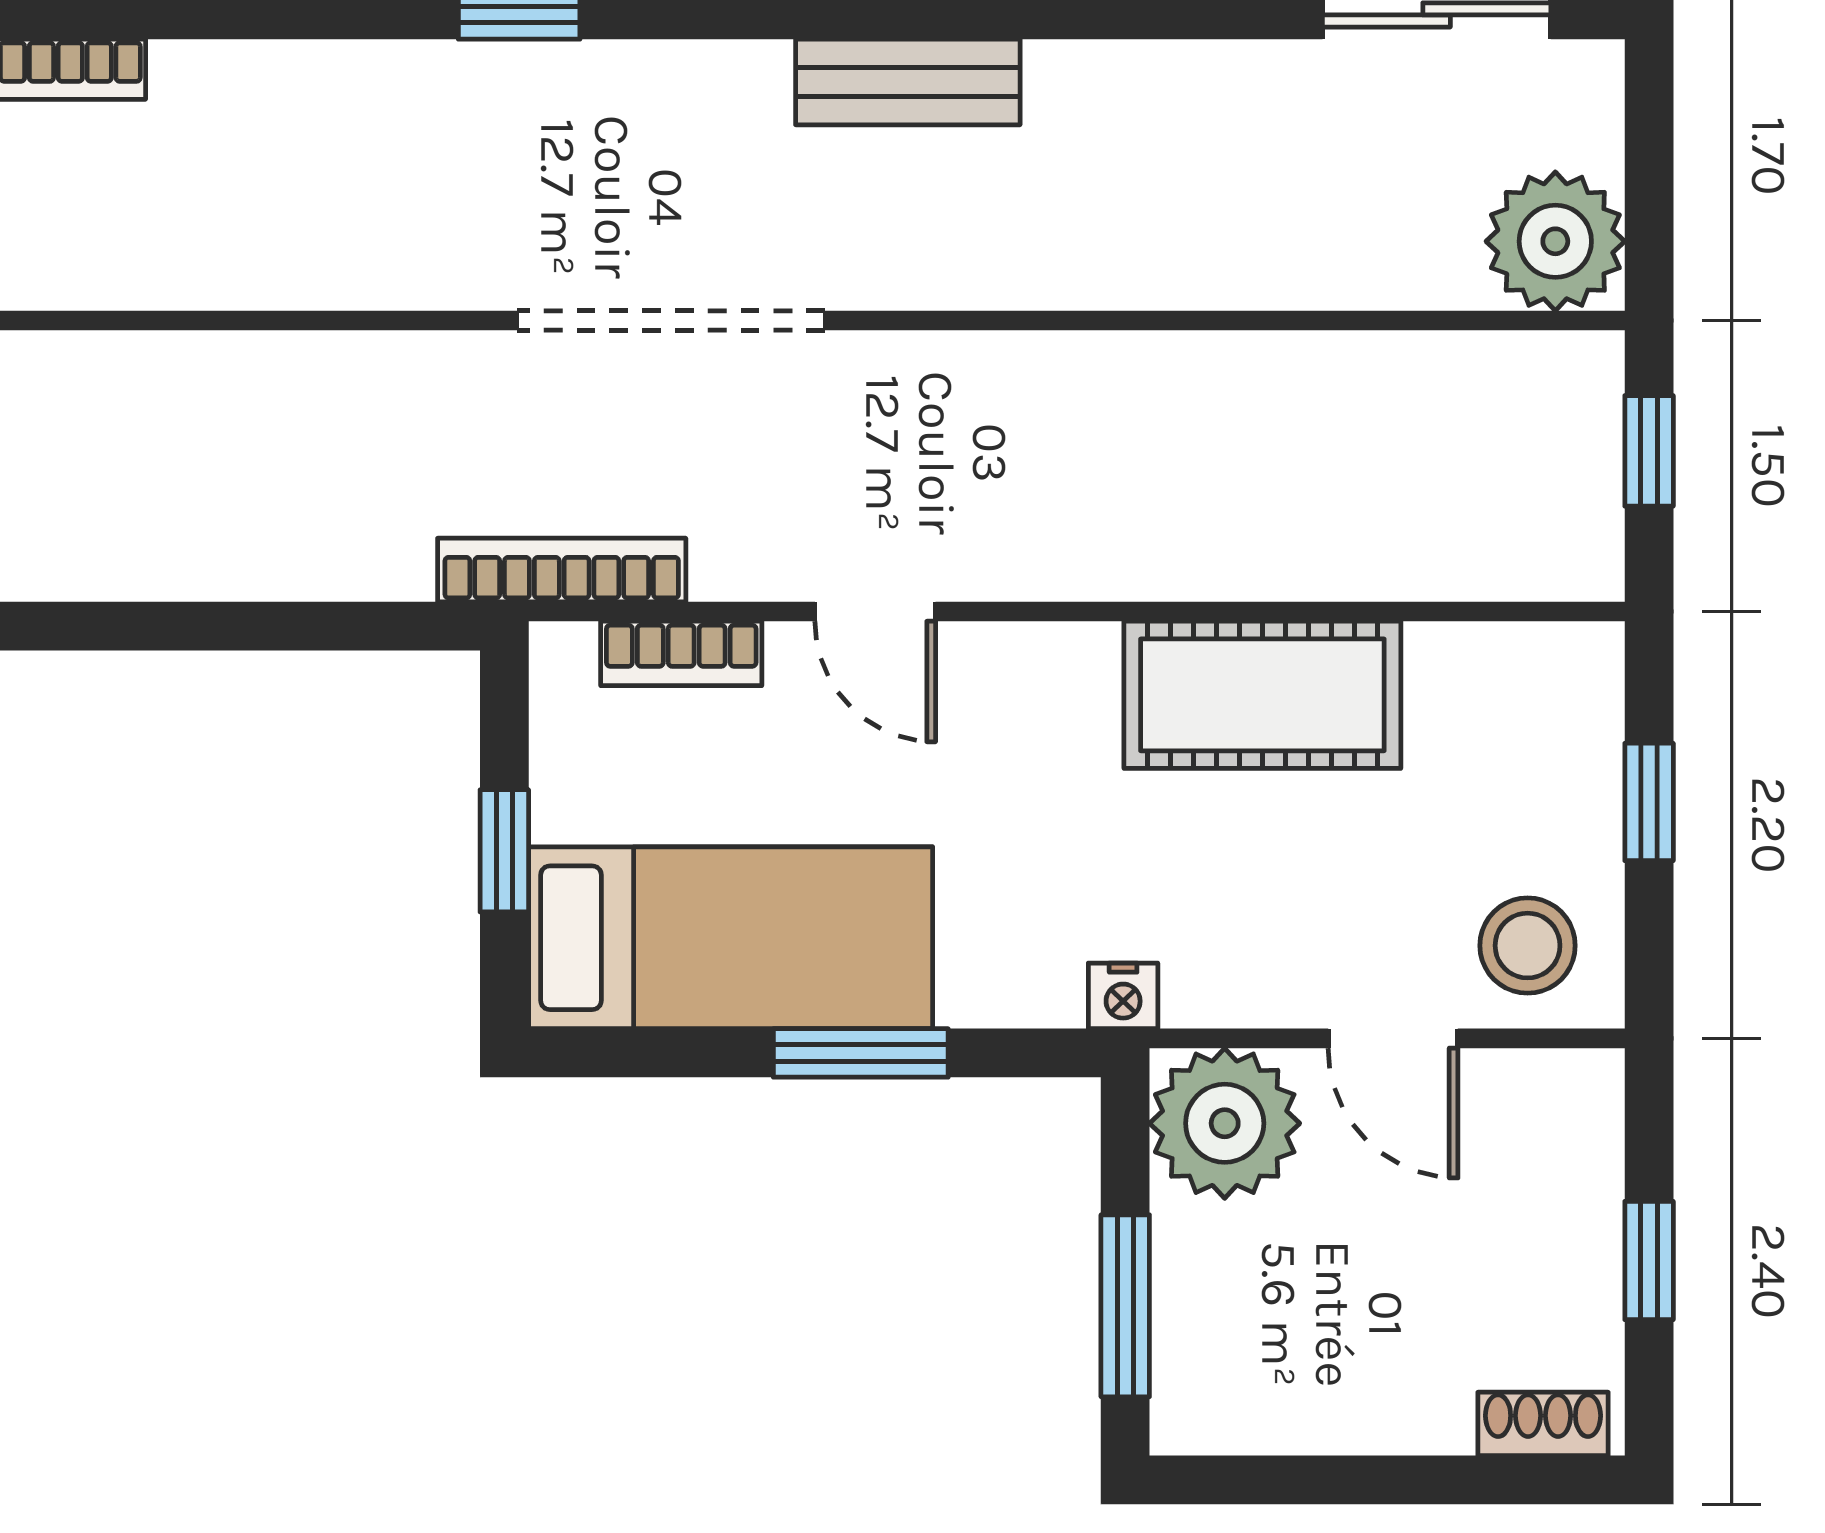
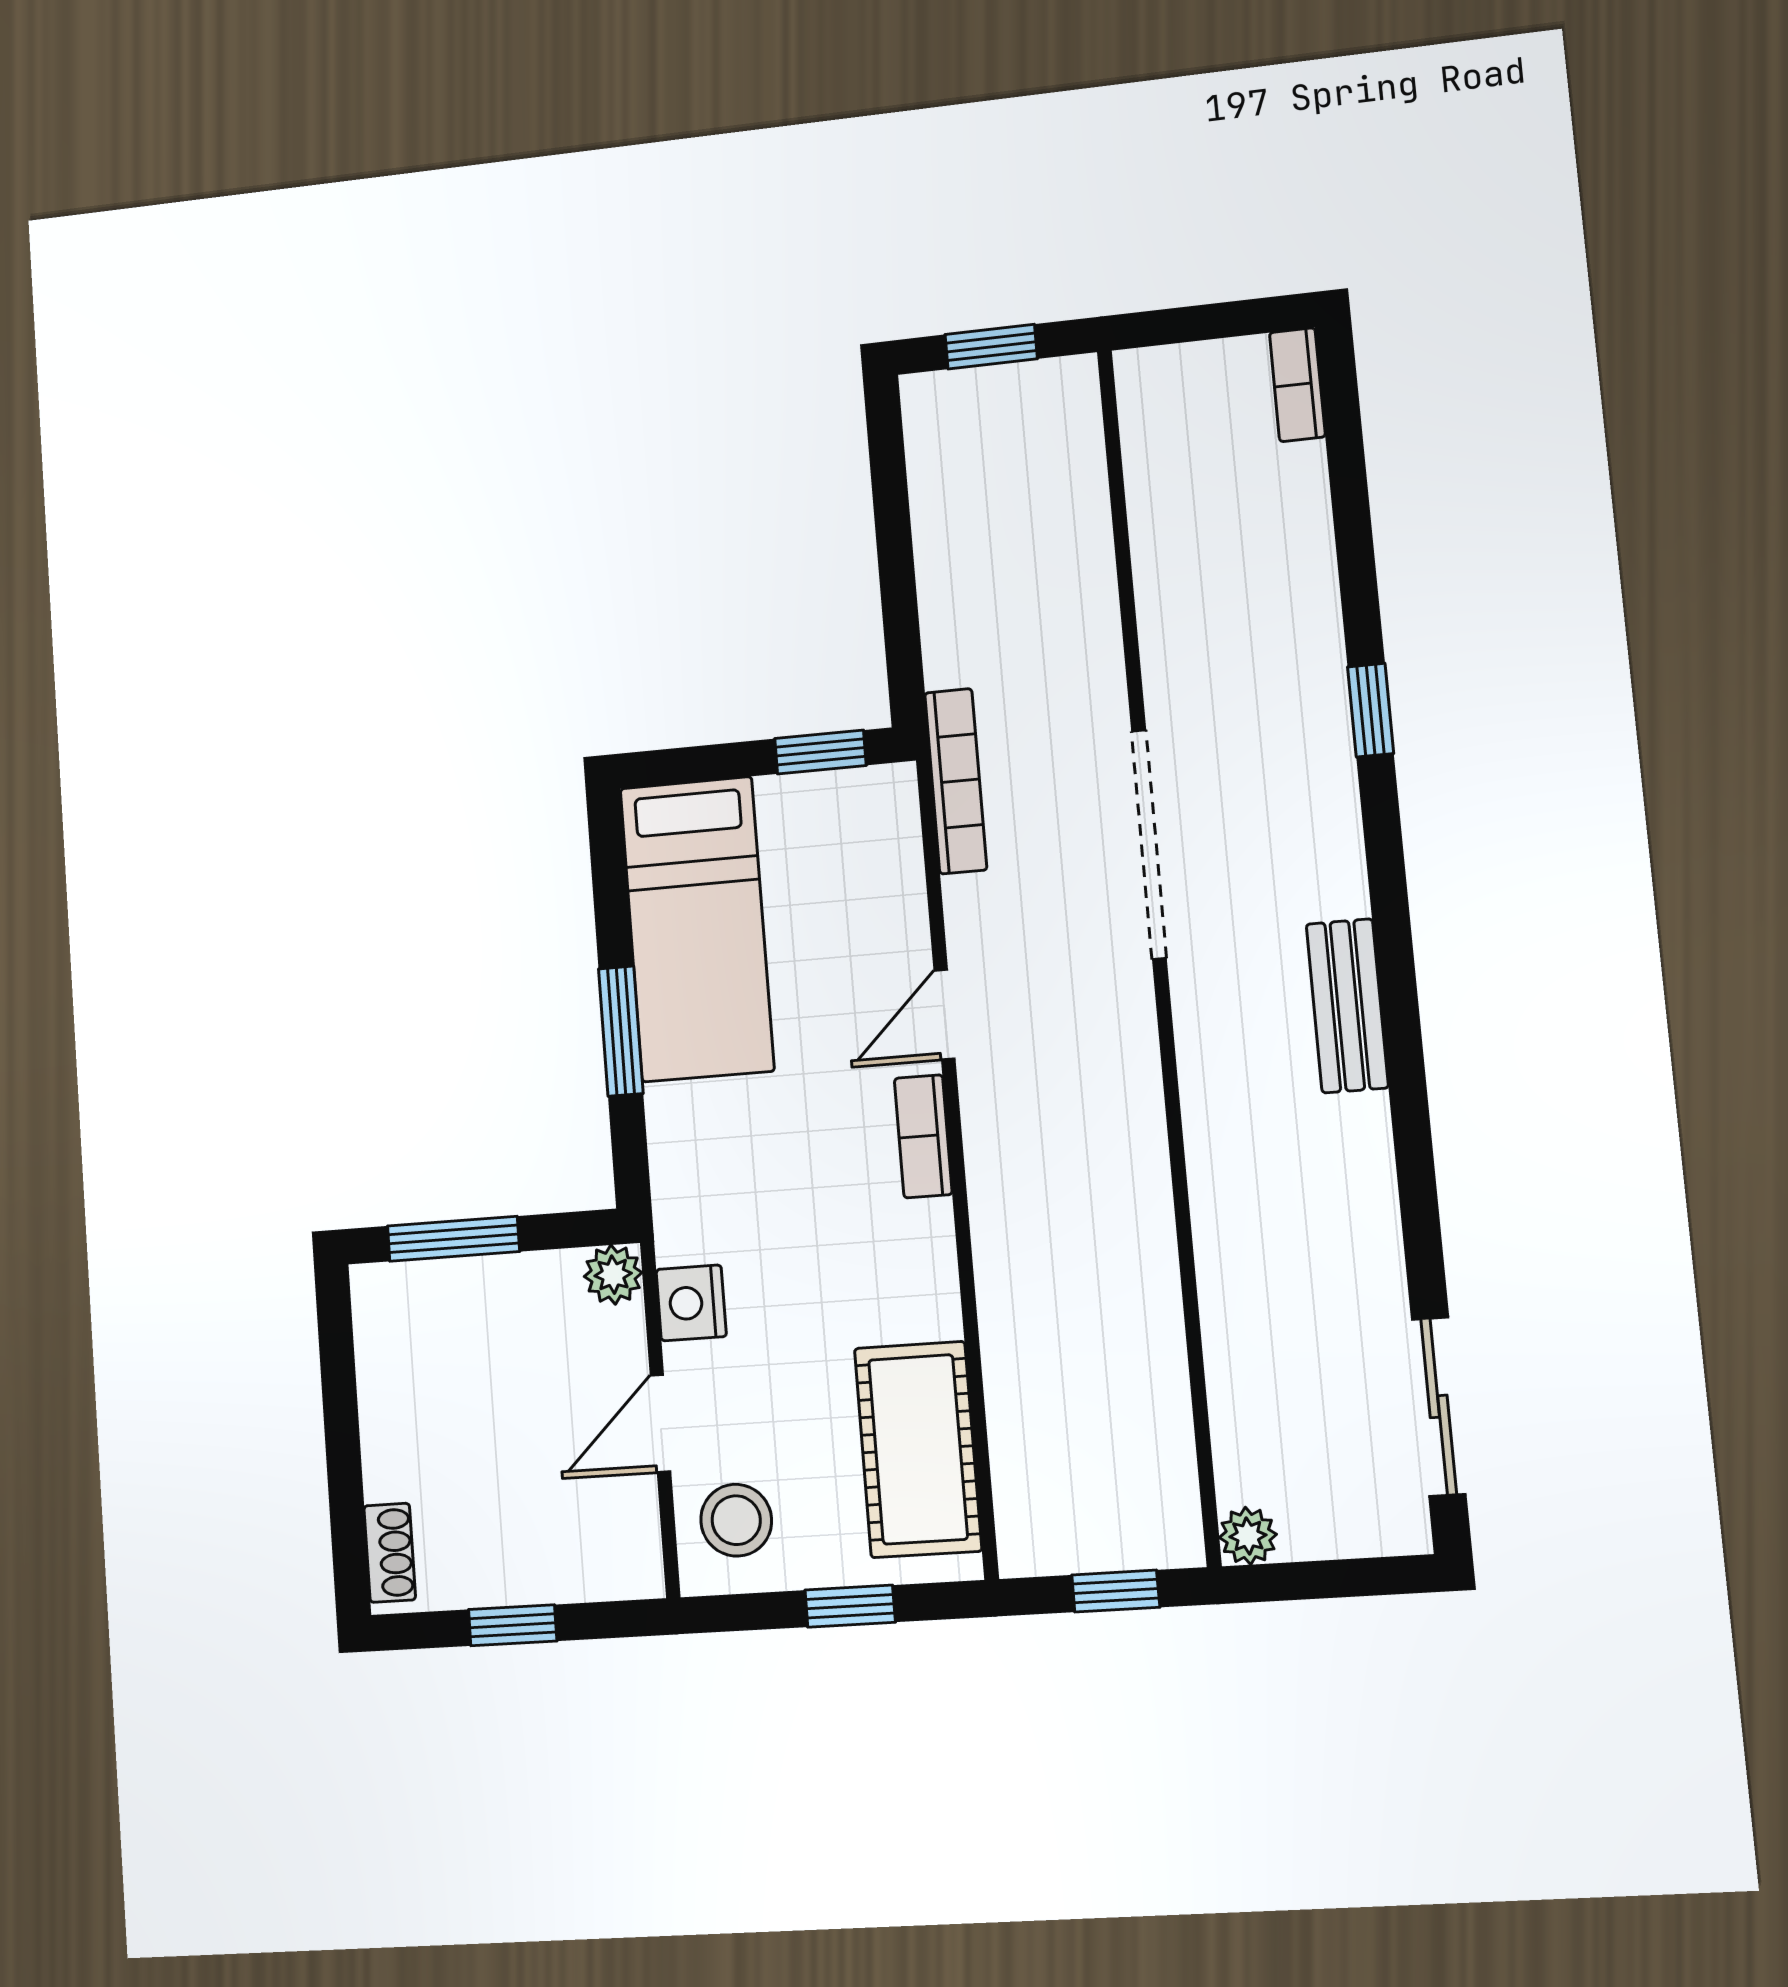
plant: (1555, 241) -> (1248, 1536), width x0.53, depth x0.53
bookcase: (681, 653) -> (923, 1136), moved
cot: (1262, 695) -> (918, 1449), moved
window: (504, 851) -> (820, 752), moved
nightstand: (1123, 996) -> (691, 1303), moved, width x1.39, depth x1.35
plant: (1225, 1123) -> (613, 1275), width x0.53, depth x0.53

